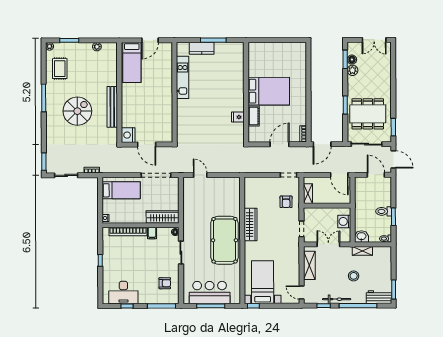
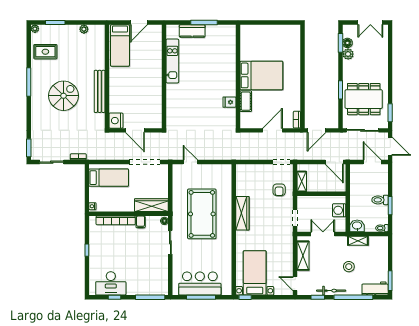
rug: (60, 69) -> (45, 52), turned 90
pool table: (224, 240) -> (202, 214), moved
armchair: (165, 283) -> (154, 274), removed

